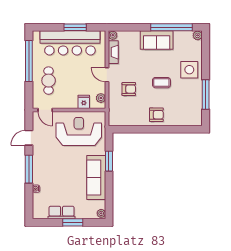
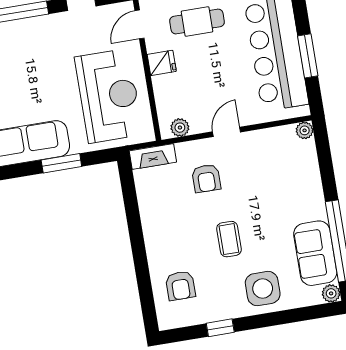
sofa: (157, 40) -> (315, 253), moved
fireplace: (113, 52) -> (153, 157), moved
window: (206, 94) -> (220, 328), width x0.46
fridge: (84, 102) -> (162, 63), moved
armchair: (156, 115) -> (180, 286), moved

